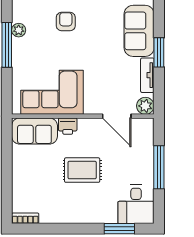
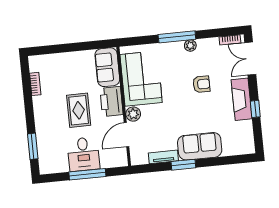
plant: (145, 106) -> (133, 114), moved
printer: (68, 126) -> (111, 102), width x1.87, depth x1.48
desk: (136, 204) -> (83, 154), moved, turned -90
bookcase: (25, 218) -> (35, 84), moved

